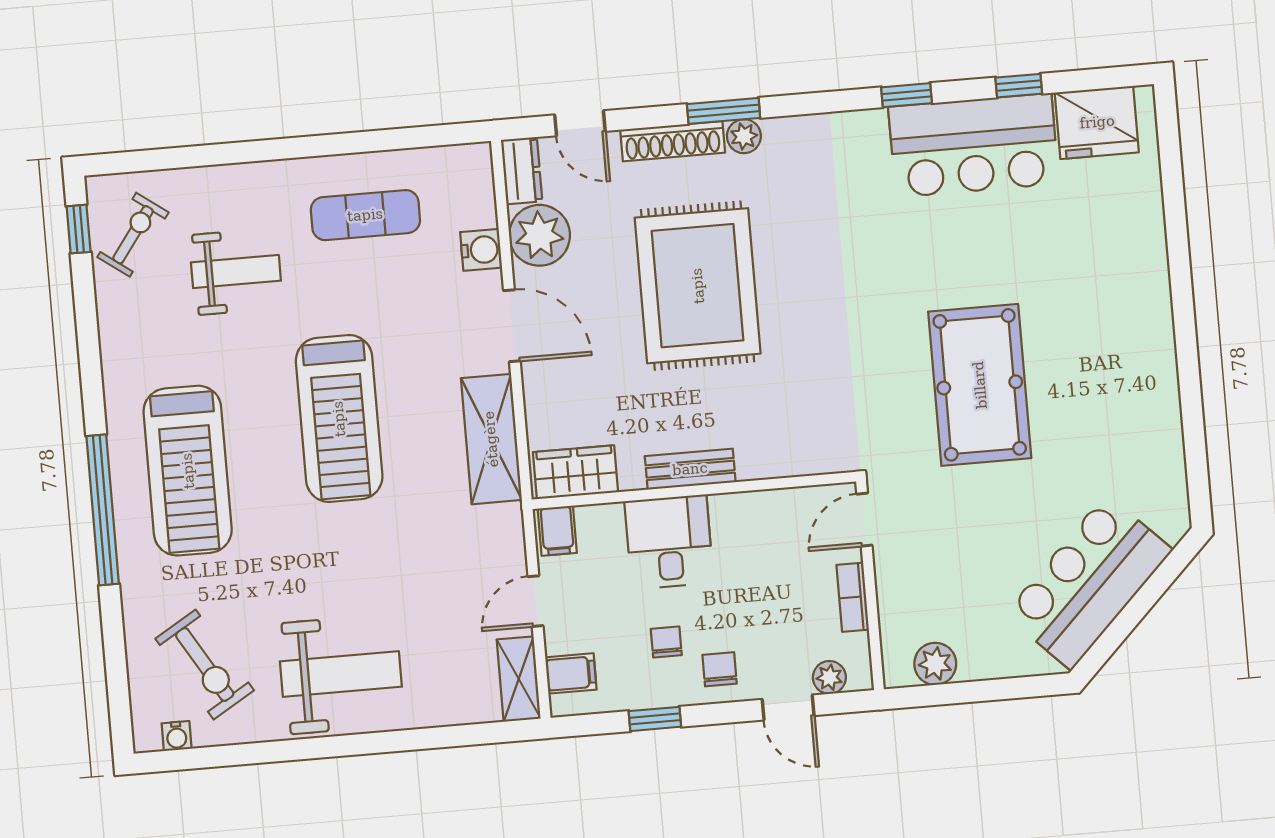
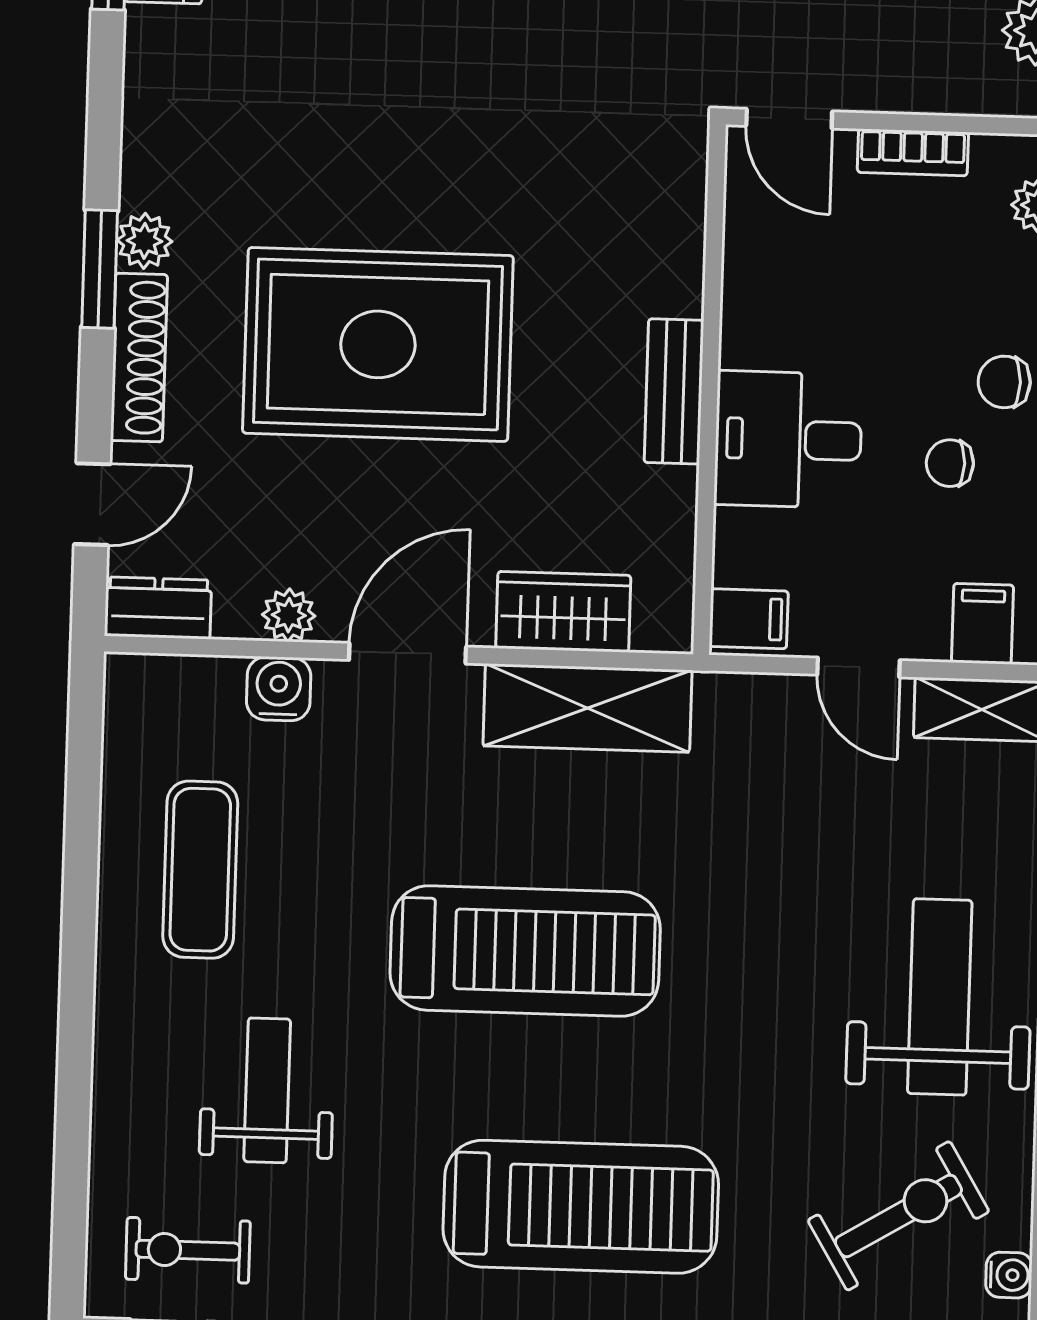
exercise bike: (133, 235) -> (188, 1250), turned -36
plant: (539, 235) -> (289, 615), width x0.53, depth x0.53
wardrobe: (575, 472) -> (563, 612), moved, turned 90

